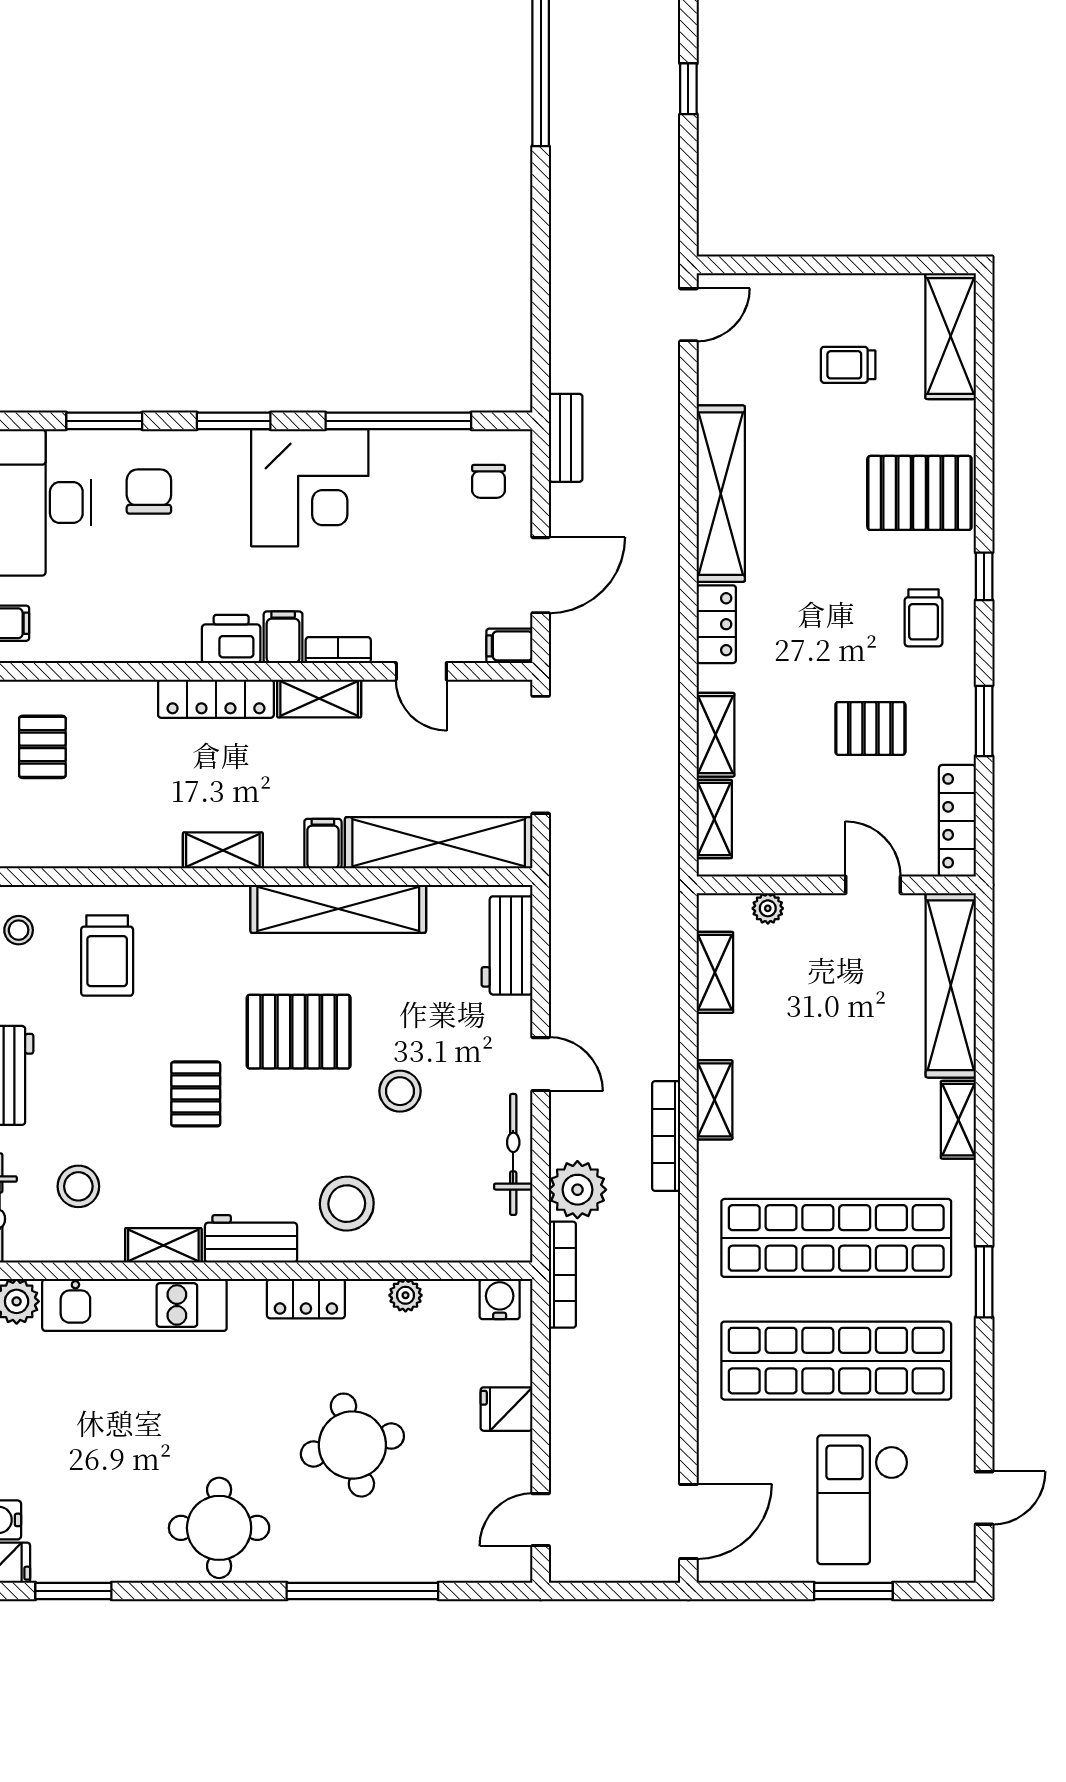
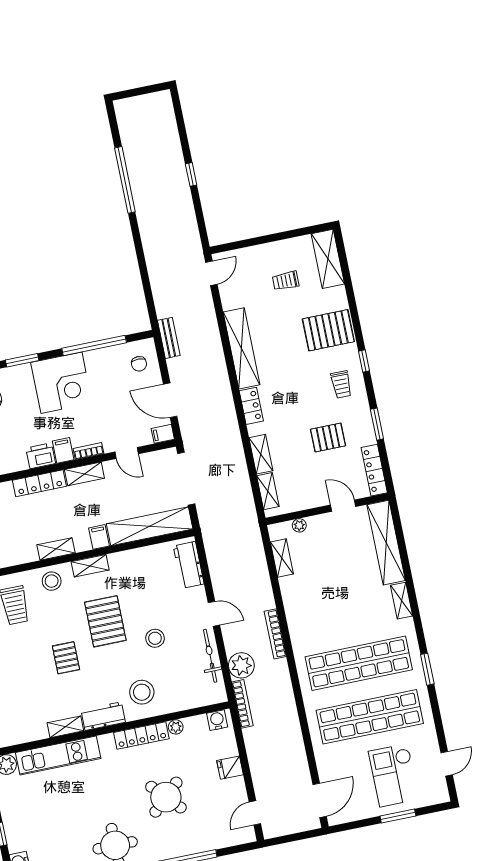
door: (541, 575) -> (170, 400), swing flipped
shelving: (338, 909) -> (90, 566), width x0.45, depth x0.75
pallet: (299, 1032) -> (105, 621), turned 90
shelving: (714, 1100) -> (293, 614), removed
stool: (78, 1186) -> (52, 581), moved
locker: (306, 1299) -> (141, 736), width x1.53
round table: (352, 1445) -> (166, 797), turned -30

